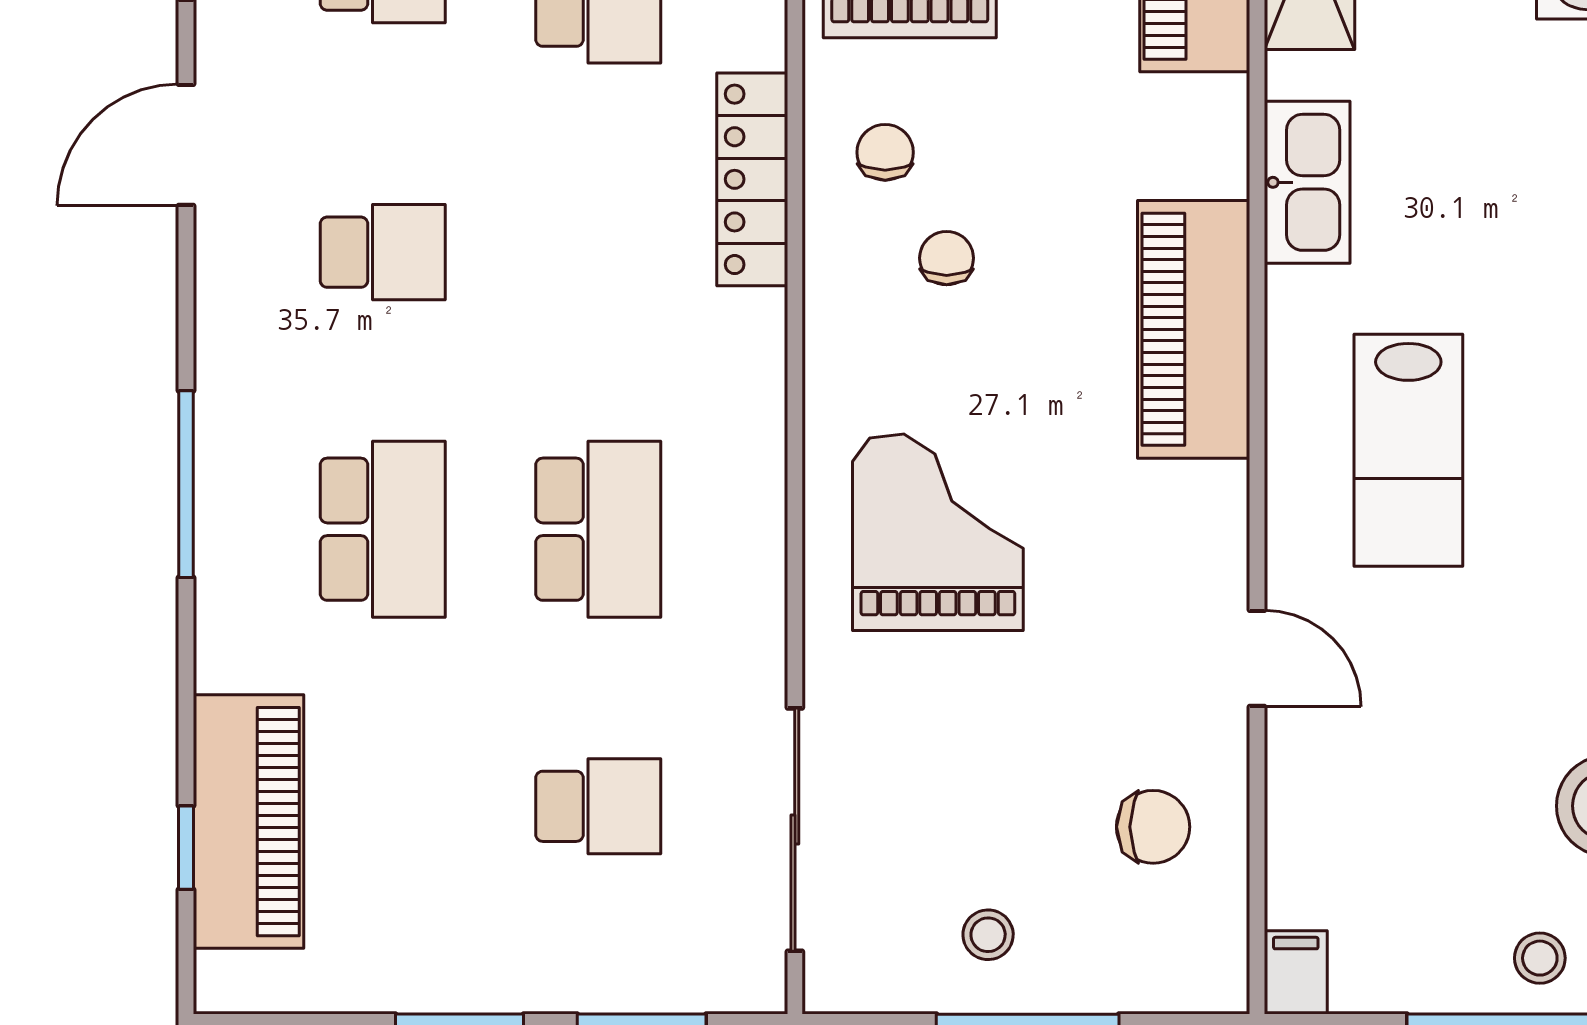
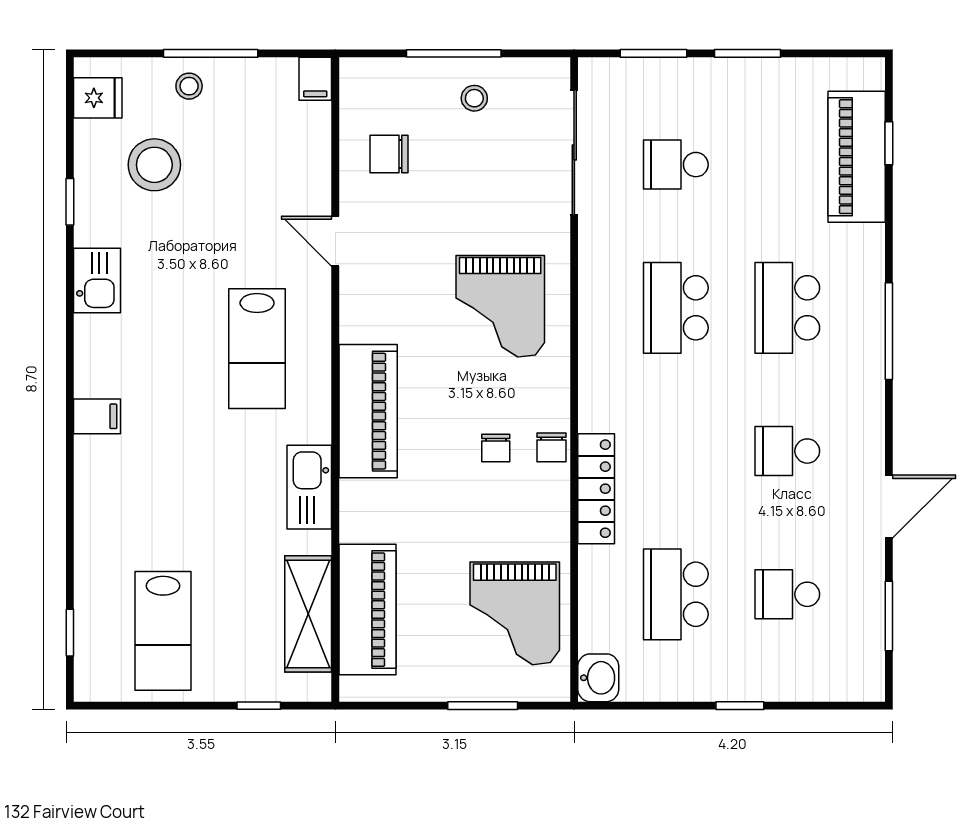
chair: (885, 152) -> (552, 447), moved
lab bench: (1408, 450) -> (257, 349), turned 180

